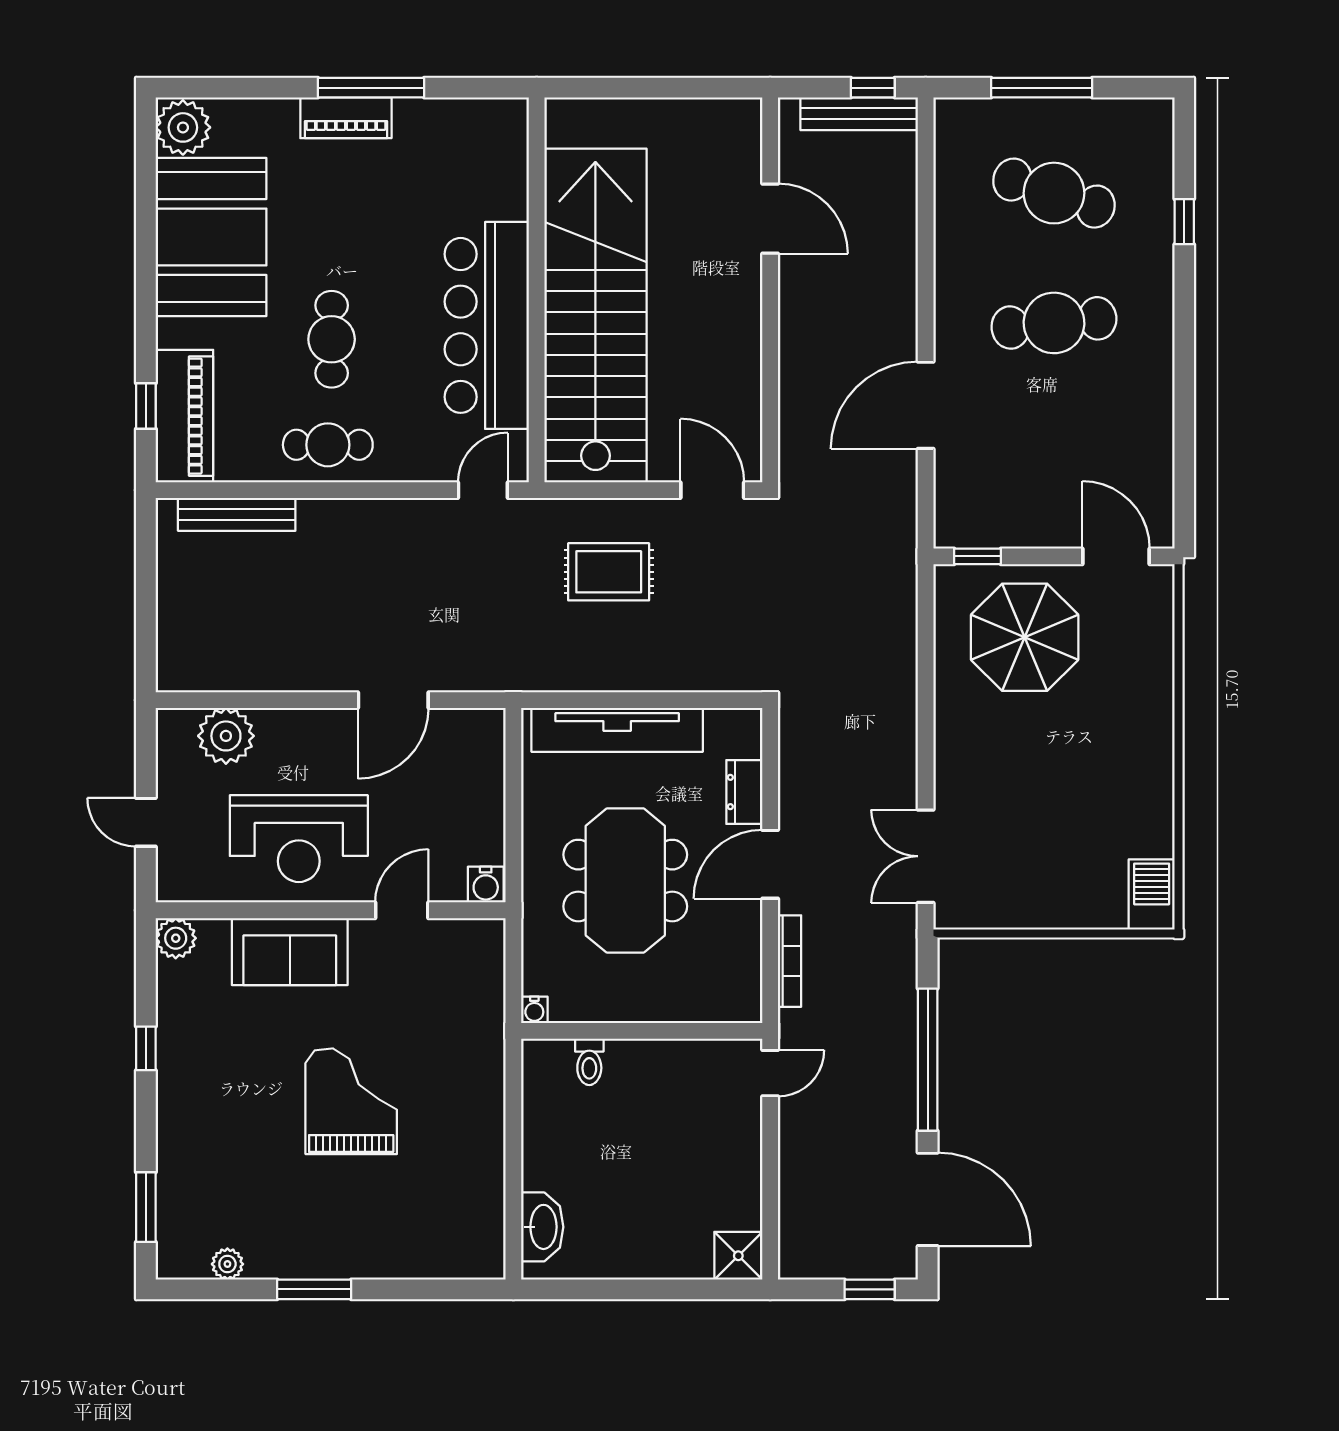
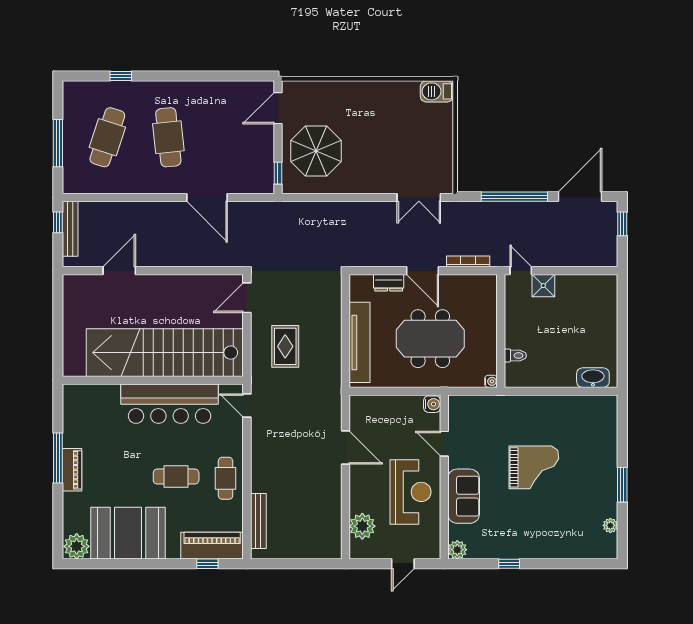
grand piano: (351, 1101) -> (534, 467), turned 180
window: (146, 1207) -> (584, 564), removed
shower: (738, 1256) -> (543, 286), moved

